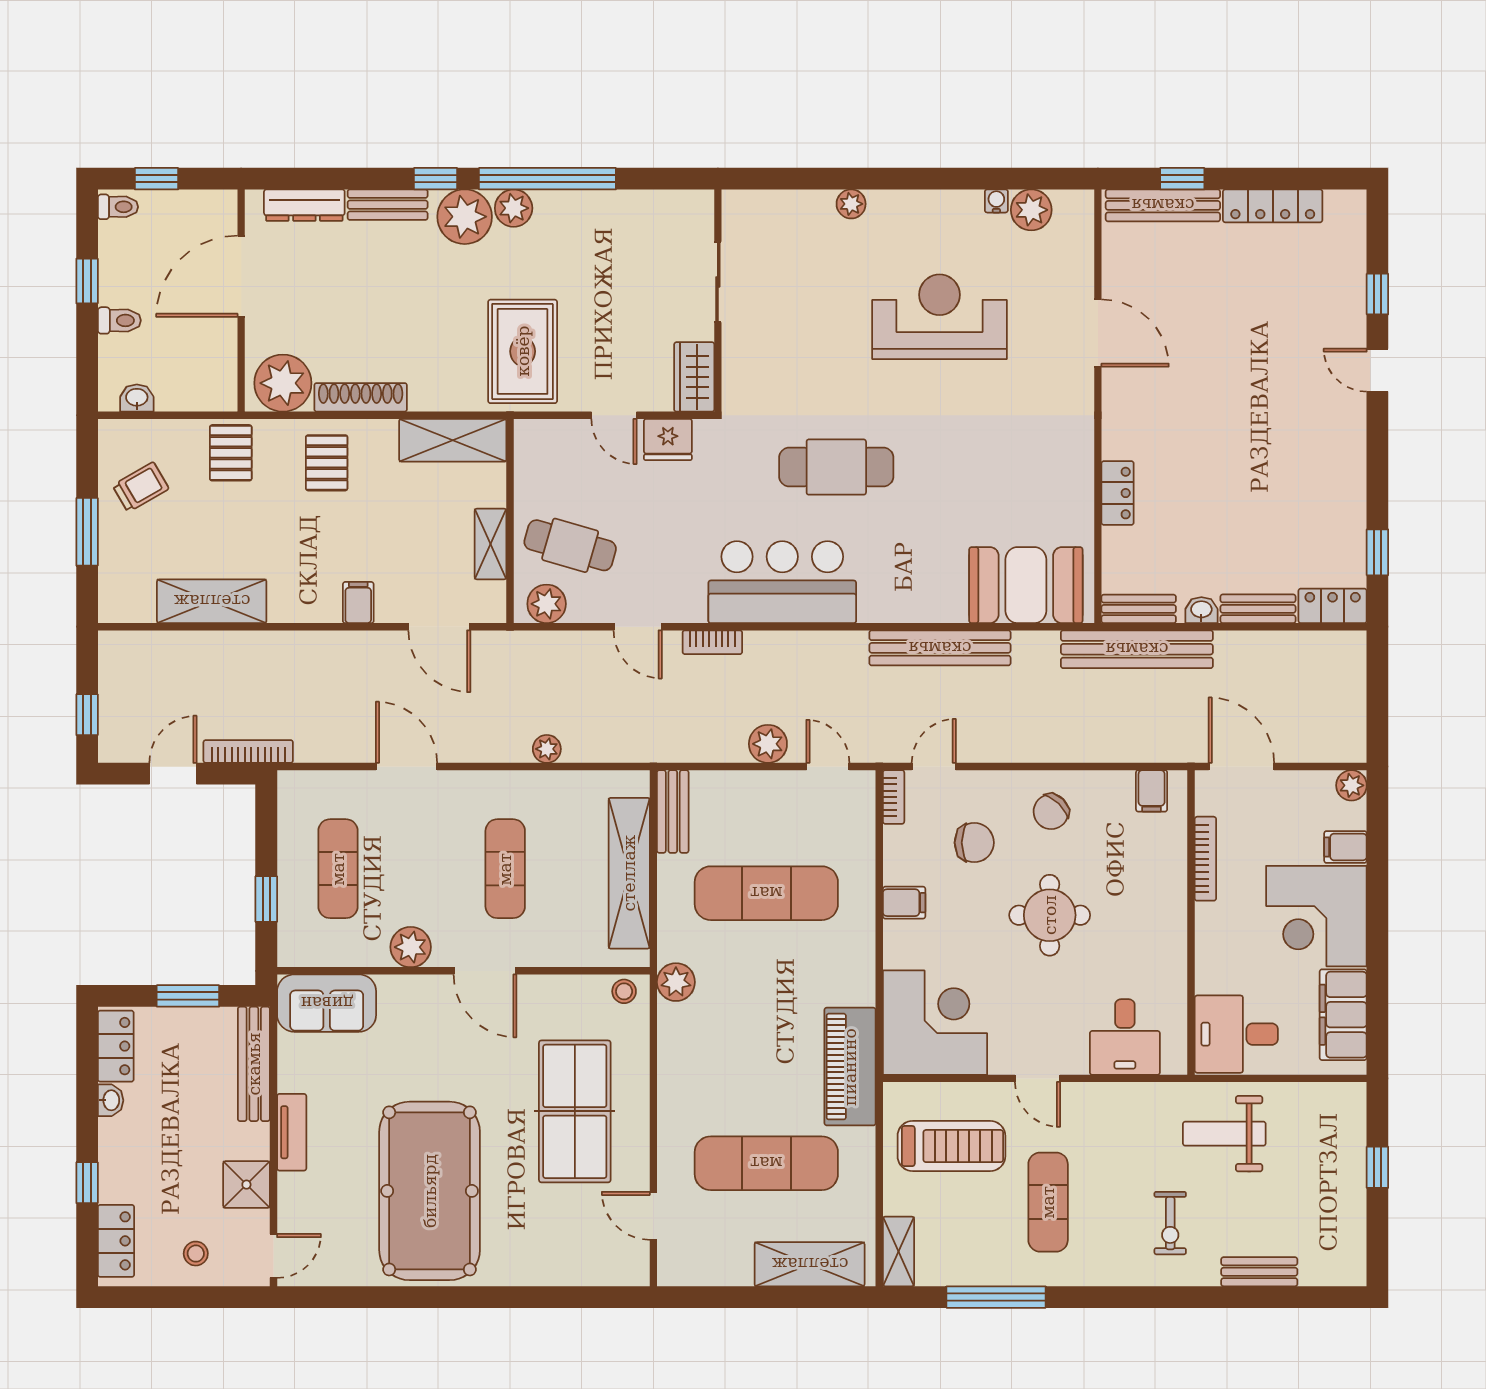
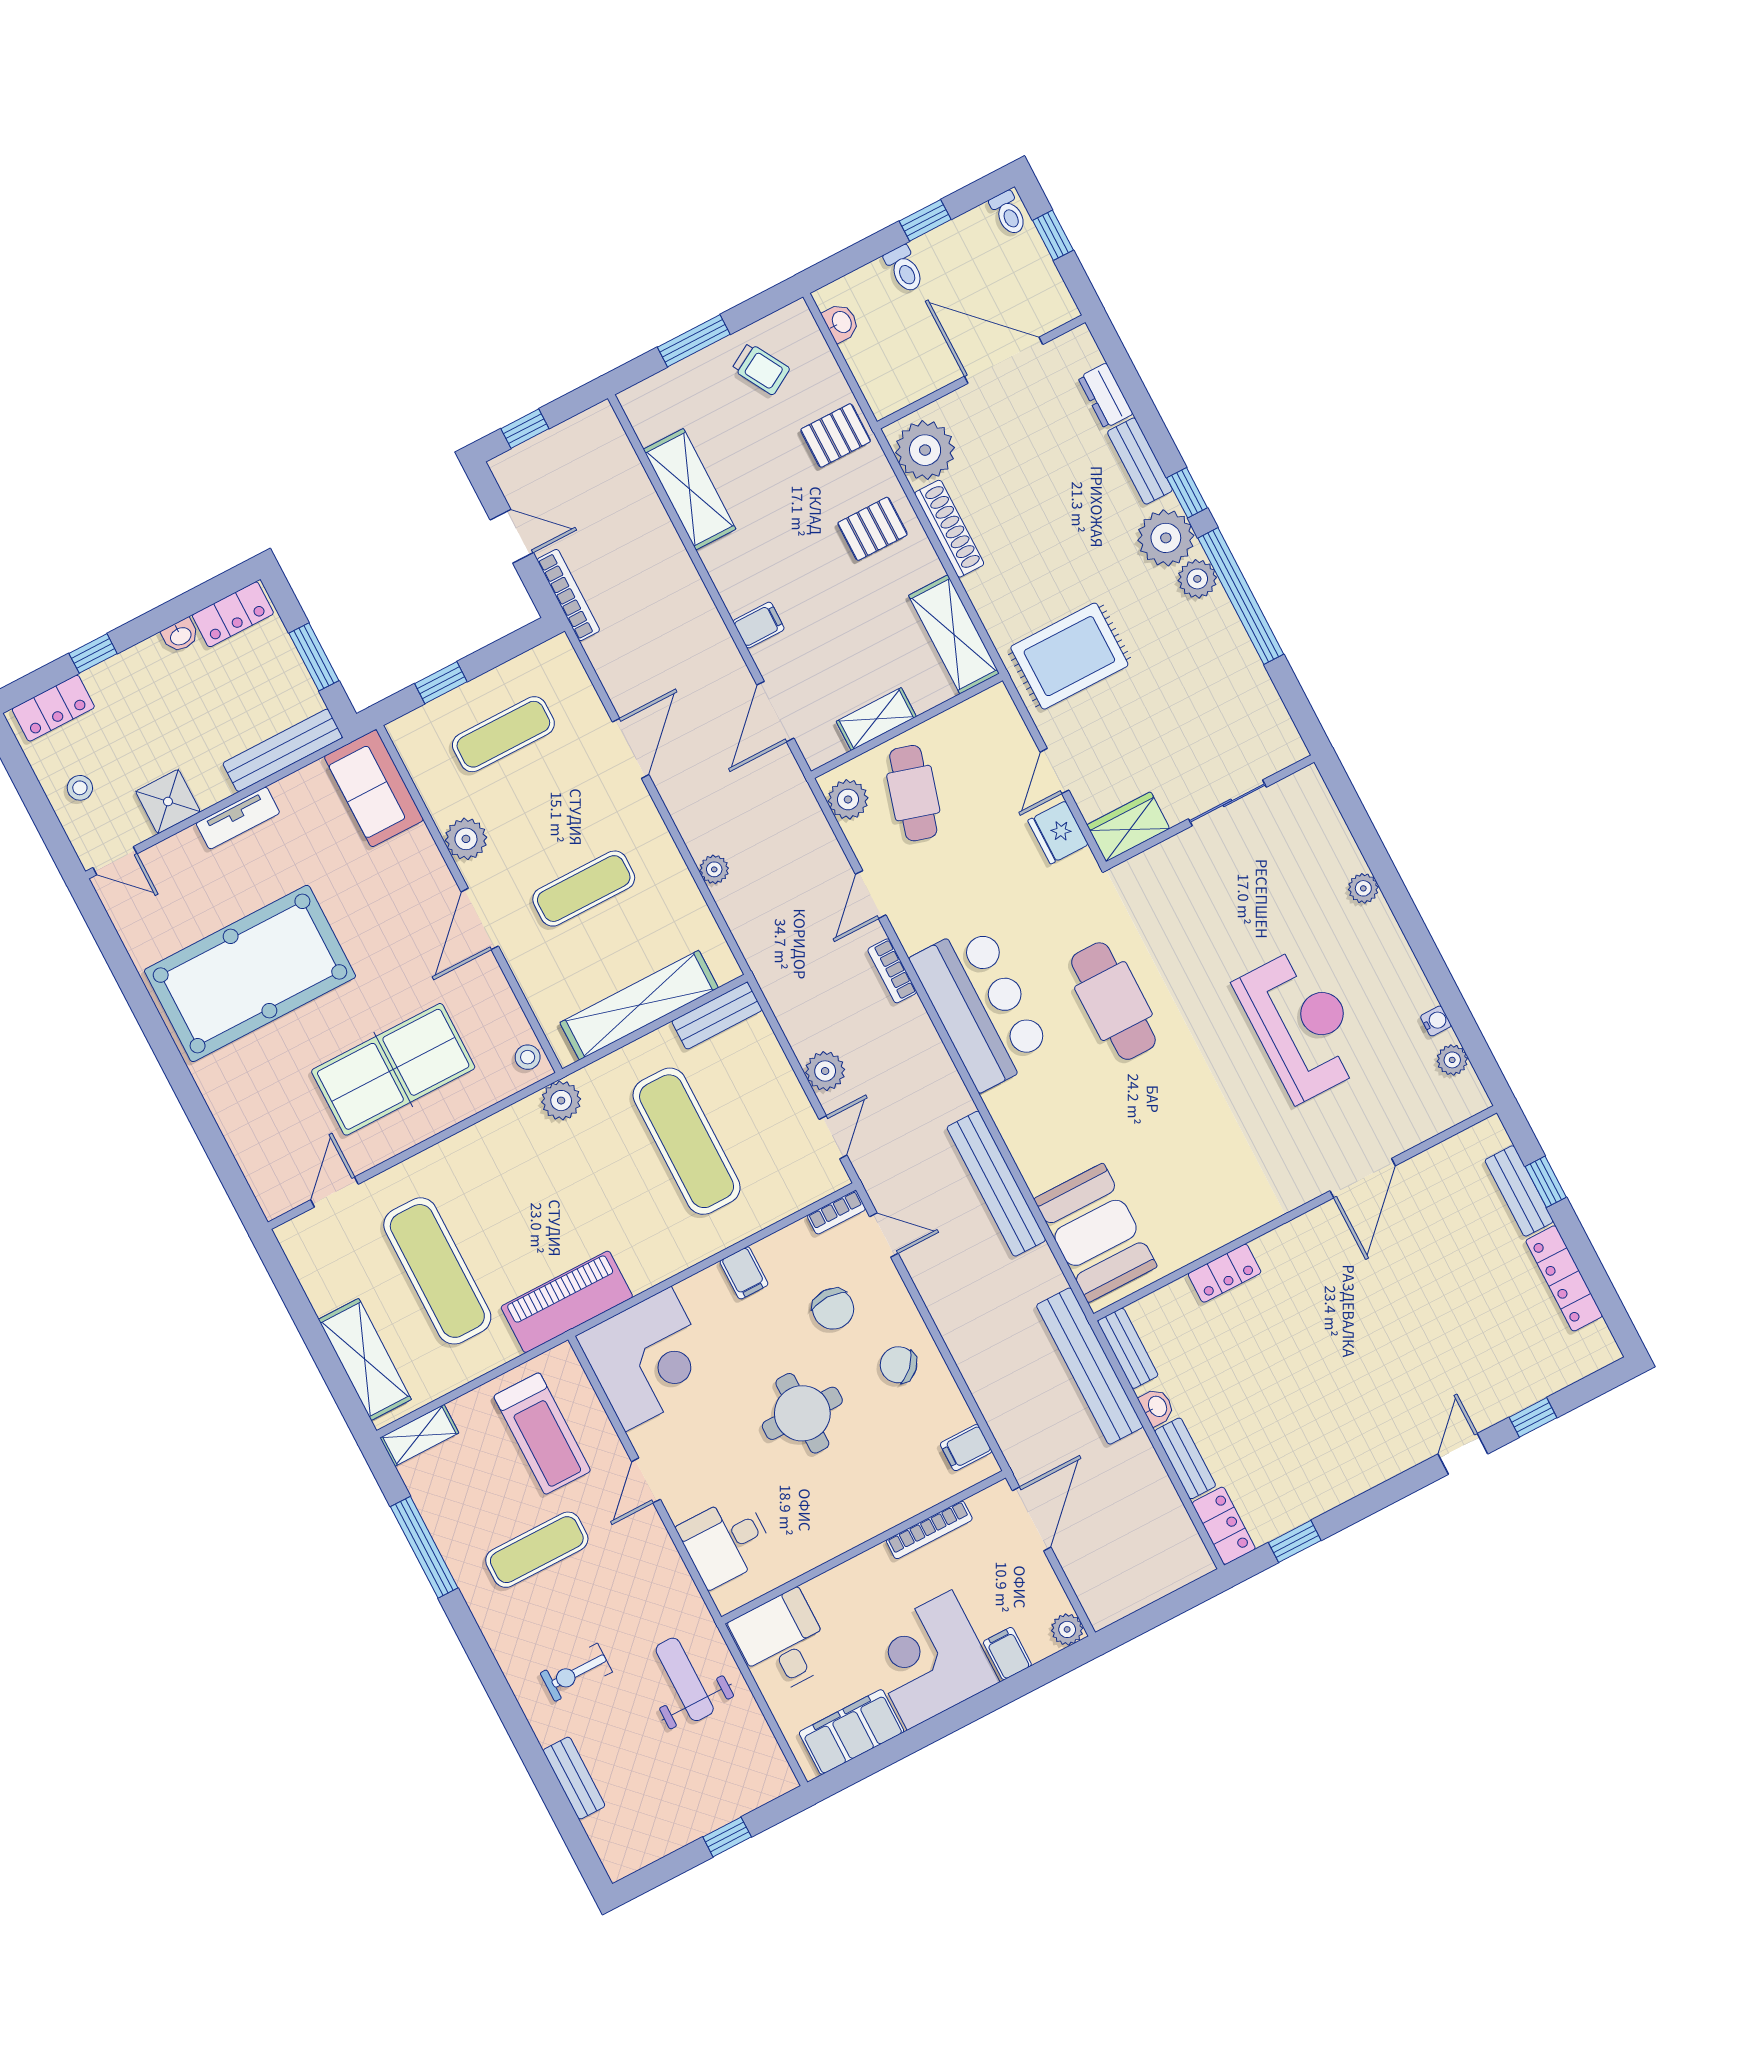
dresser: (304, 205) -> (1105, 396), width x0.70
bench: (1163, 205) -> (1519, 1191), width x0.73
plant: (1031, 210) -> (1452, 1060), width x0.73, depth x0.73

